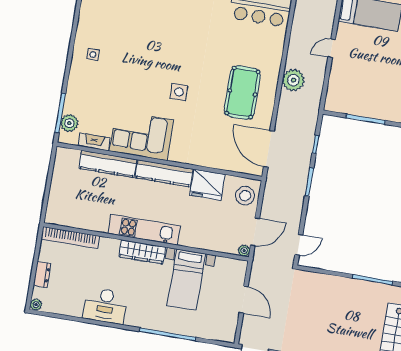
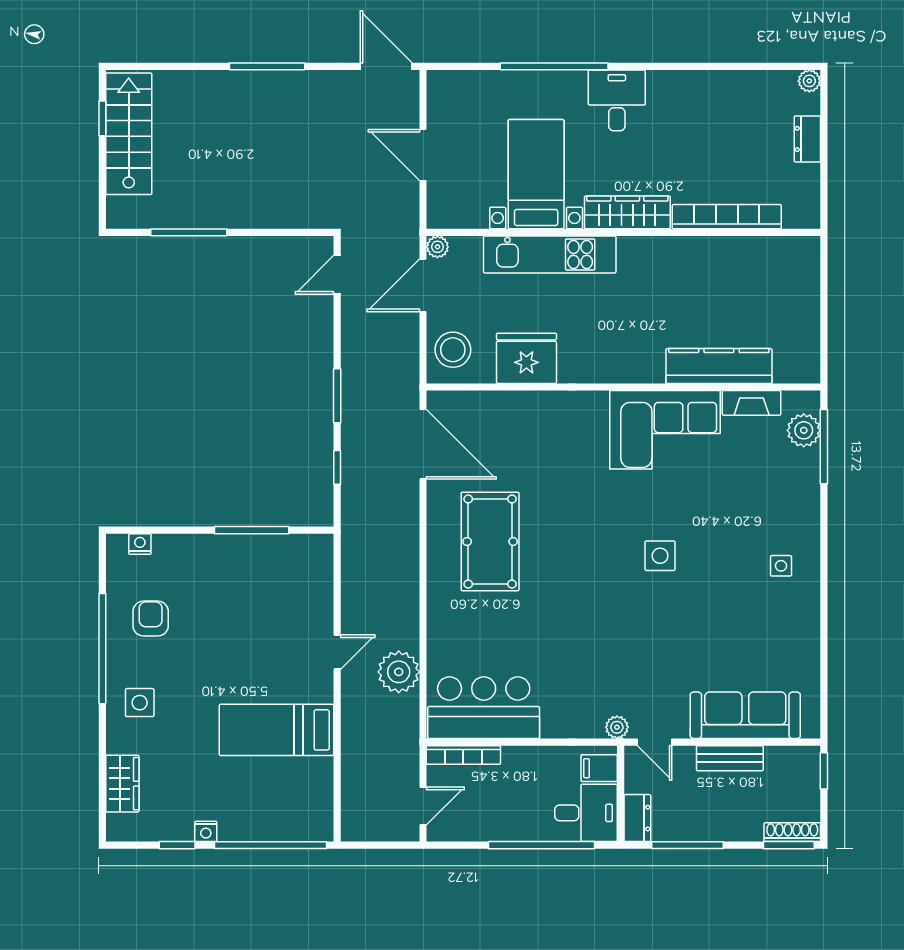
plant: (293, 80) -> (399, 672), moved
side table: (179, 92) -> (660, 556), moved
kitchen counter: (164, 173) -> (611, 366), removed
kitchen unit: (144, 230) -> (550, 254), moved
bookcase: (70, 238) -> (727, 217), moved
desk: (105, 306) -> (617, 100), moved, width x0.73

